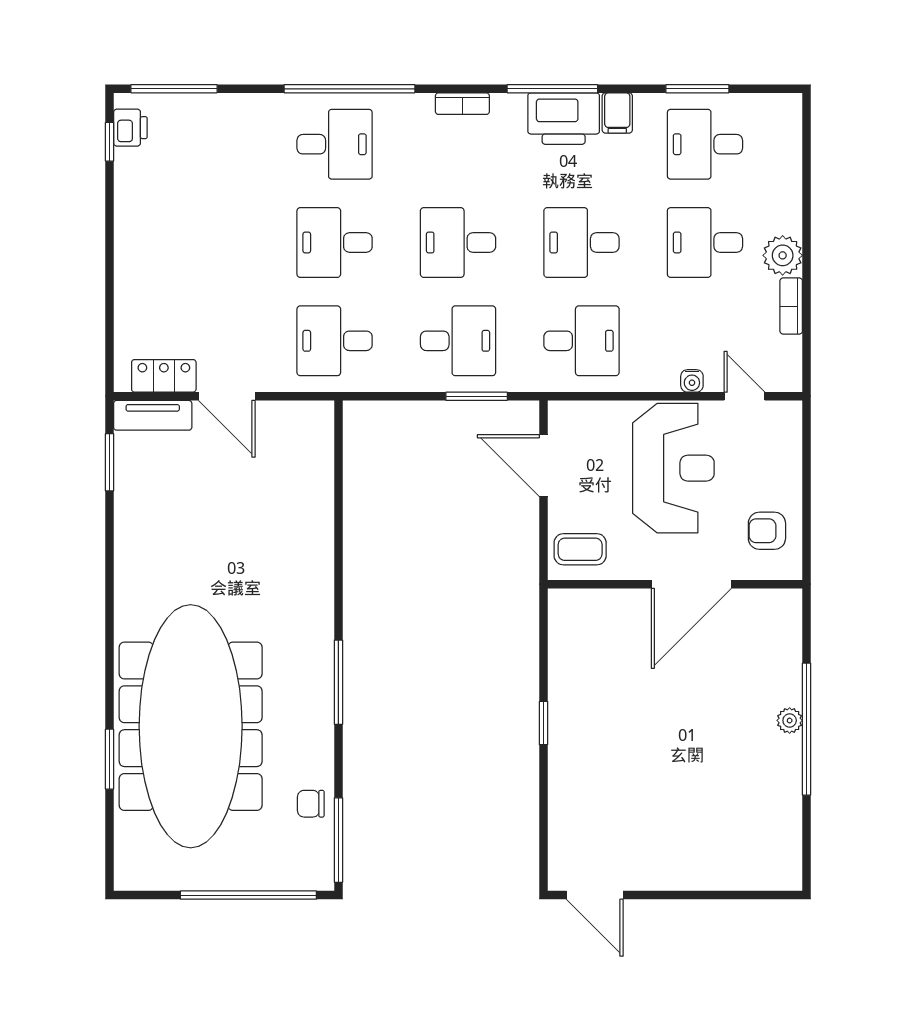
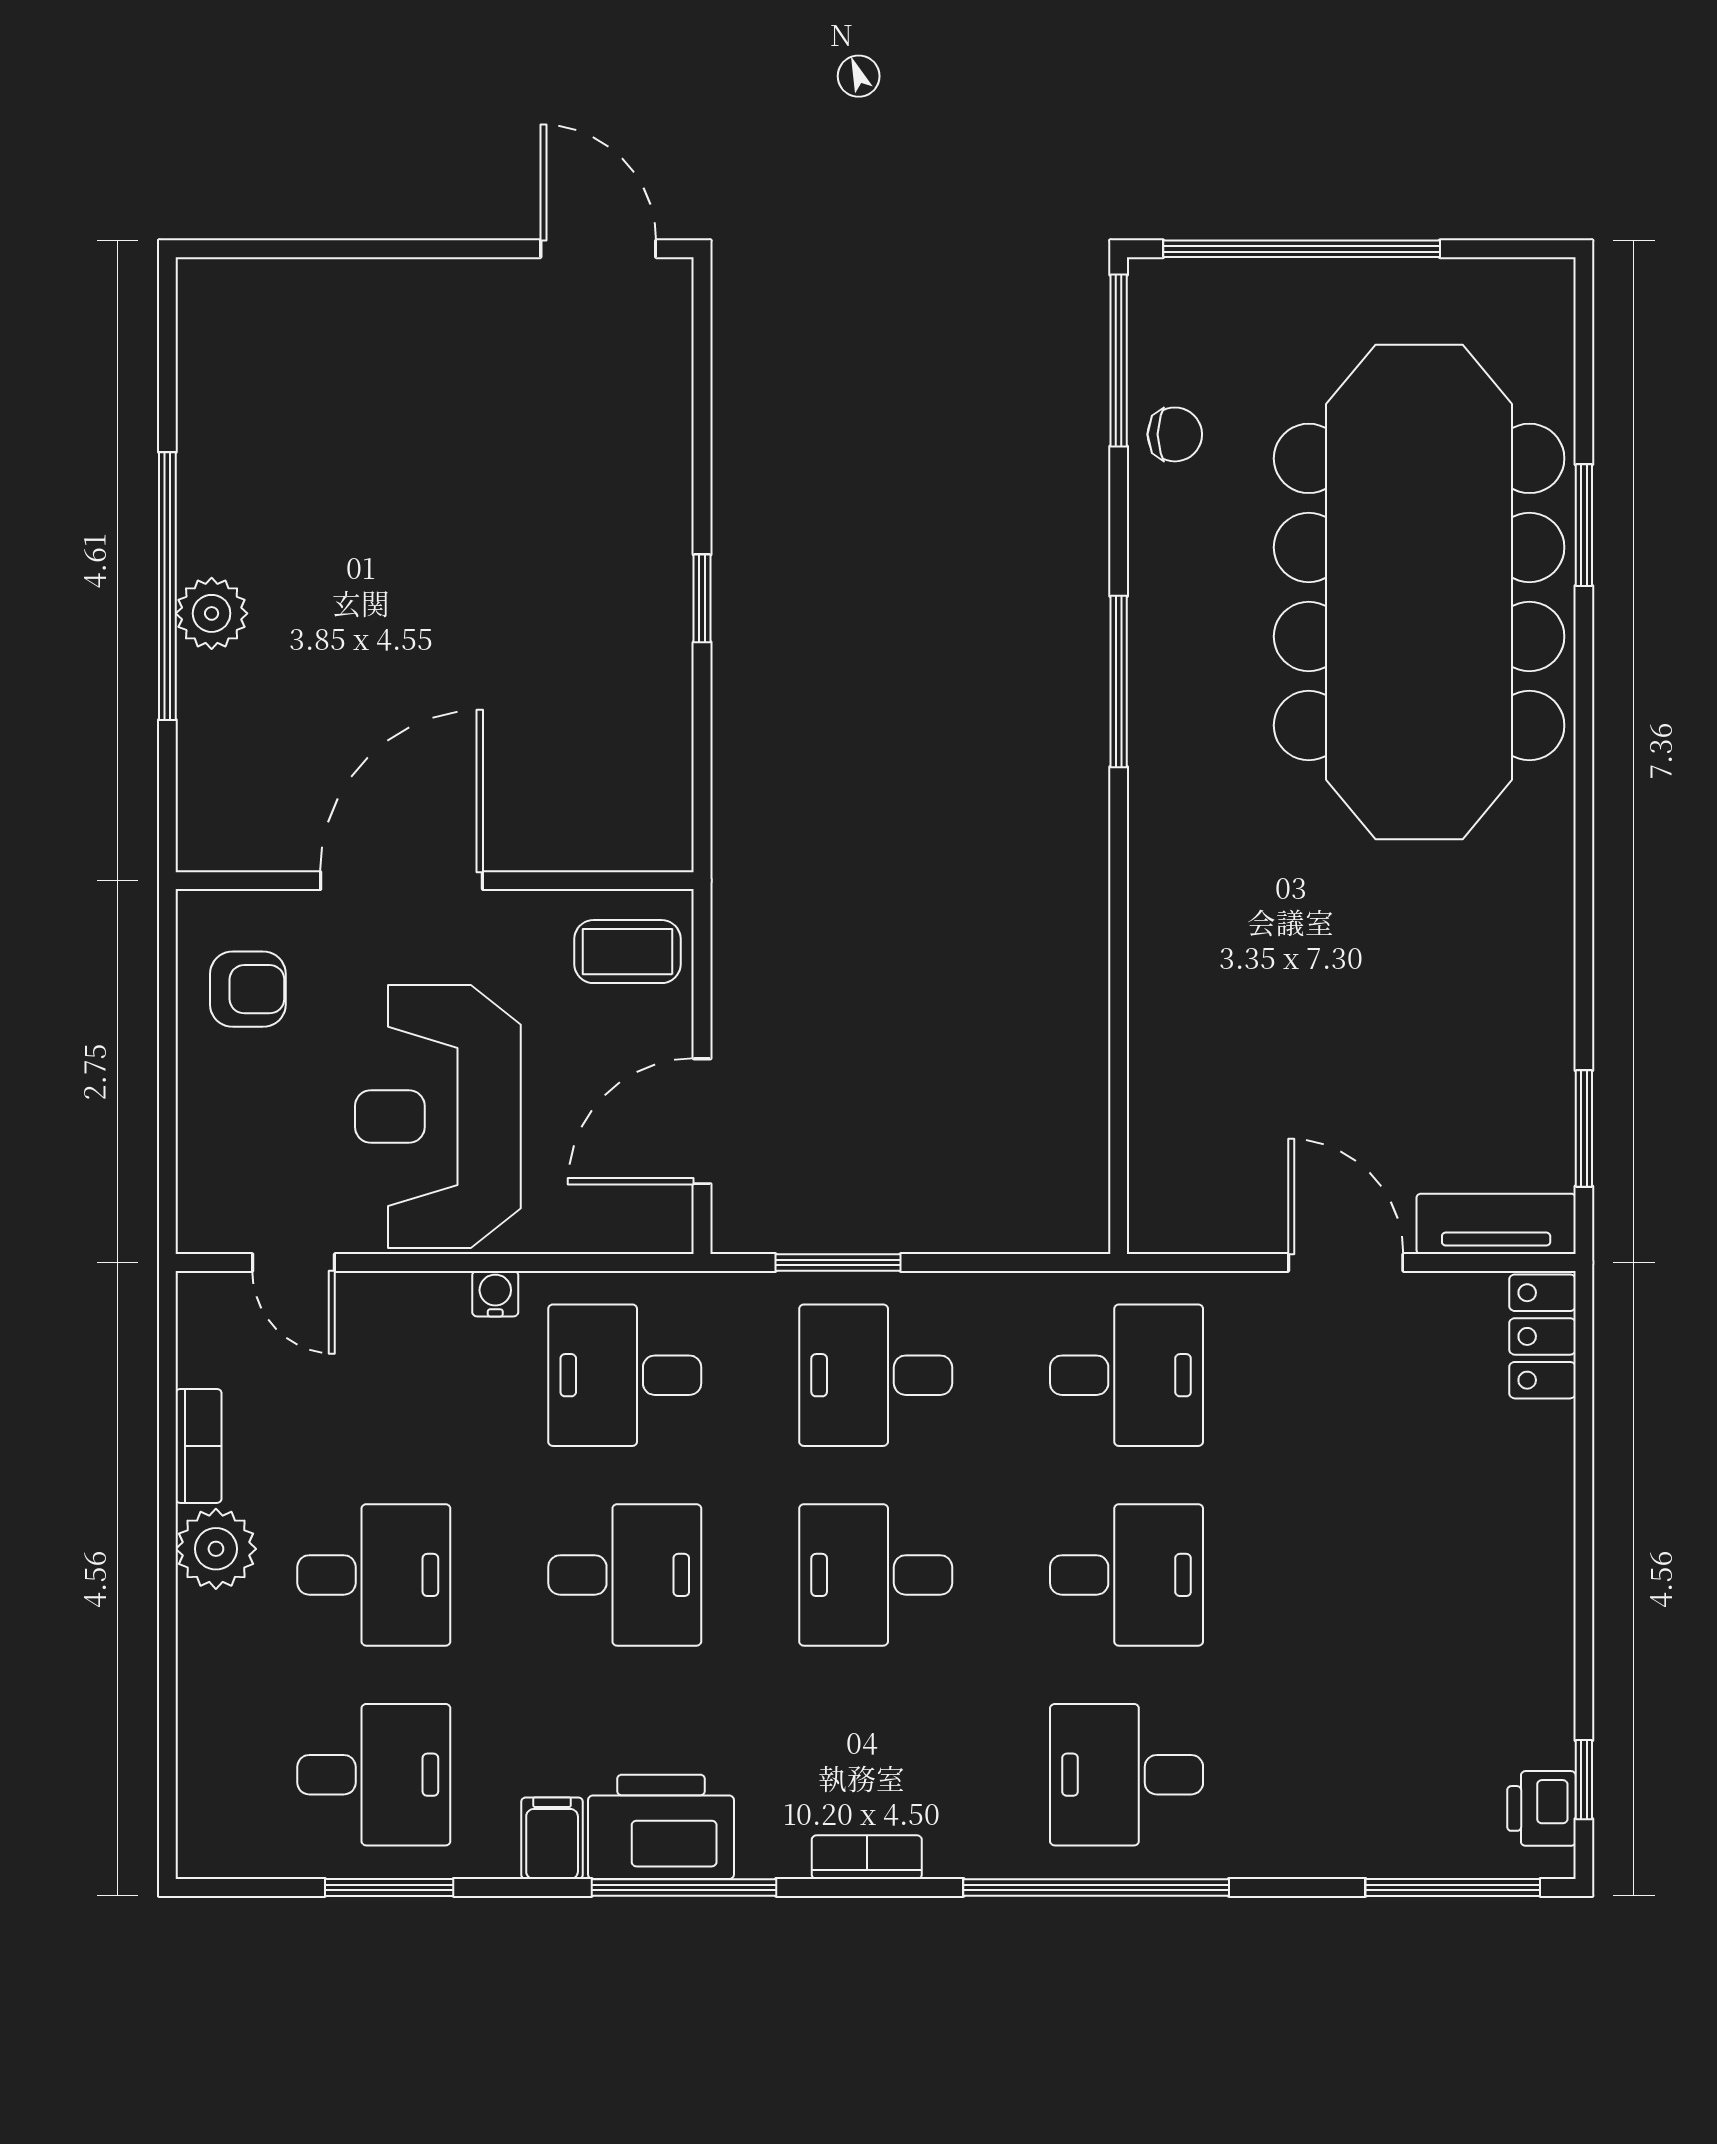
desk: (458, 243) -> (876, 1575), turned 180
locker: (164, 376) -> (1542, 1336), moved, turned 90
water cooler: (692, 381) -> (495, 1294), moved
door: (543, 466) -> (702, 1121), swing flipped
plant: (790, 720) -> (212, 613), width x1.38, depth x1.38

